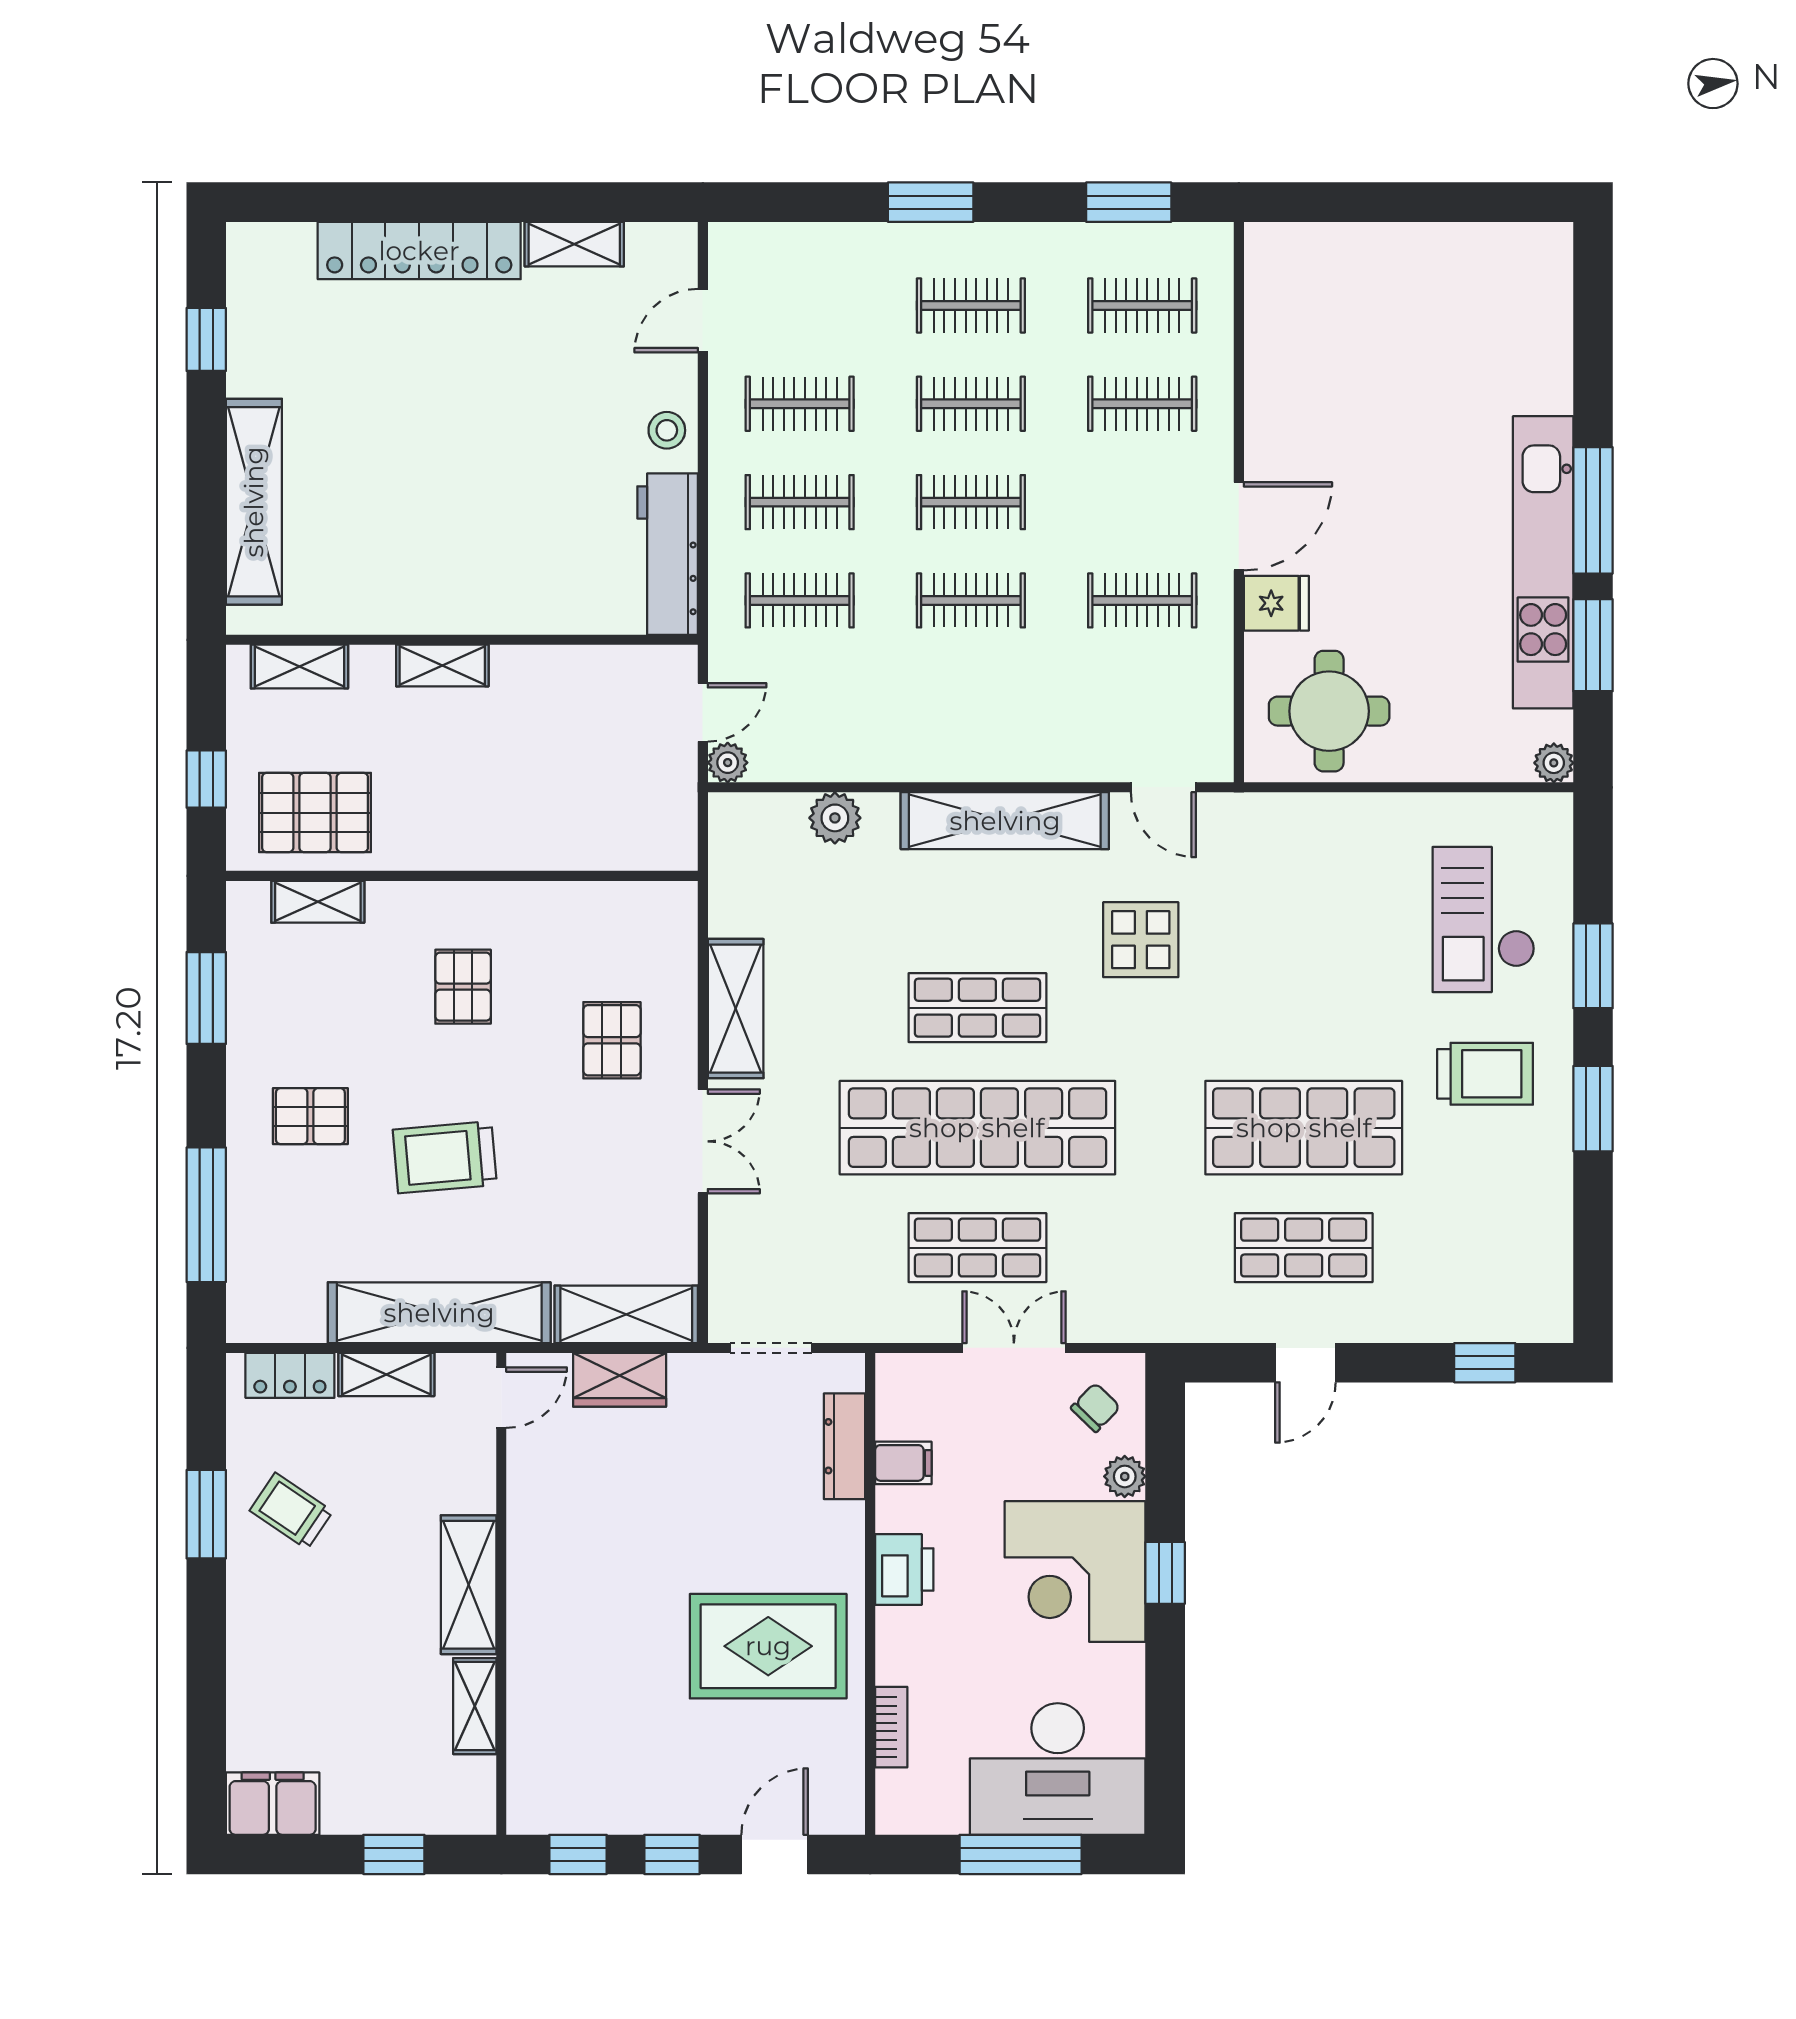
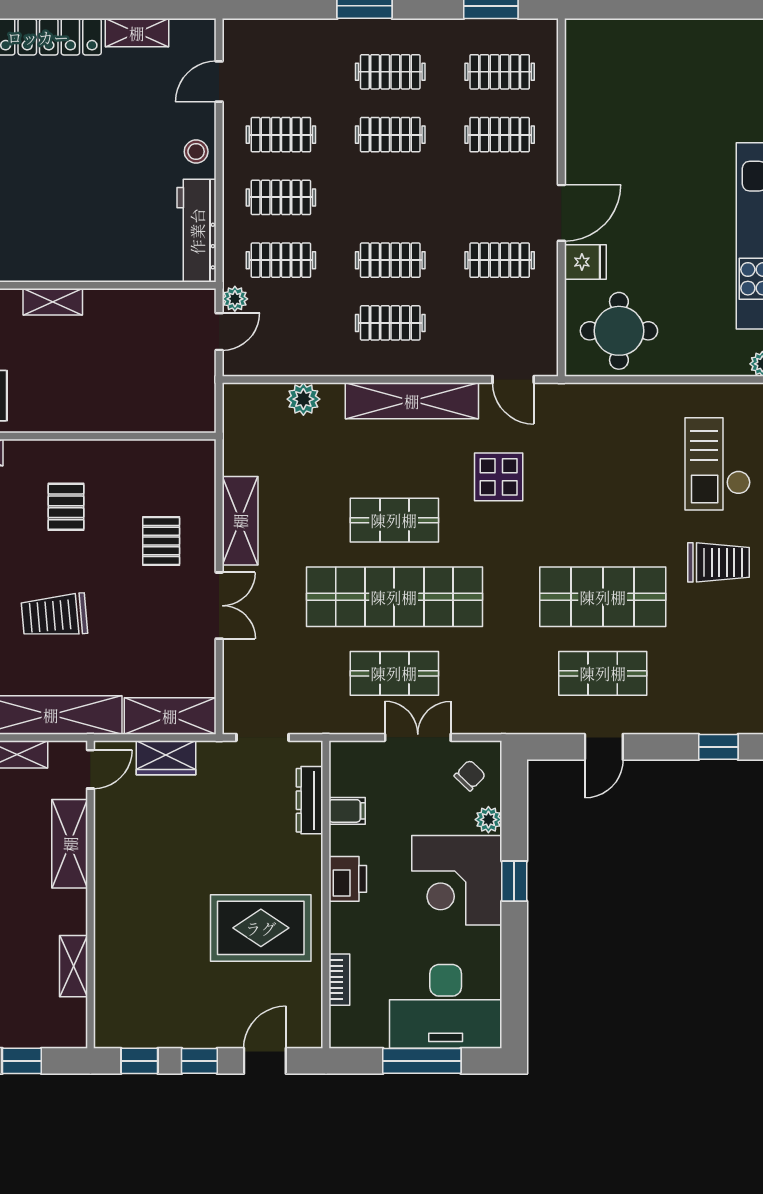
clothes rail: (971, 502) -> (390, 323), moved
plant: (728, 763) -> (235, 299), moved
shelving: (469, 1585) -> (70, 844), moved

